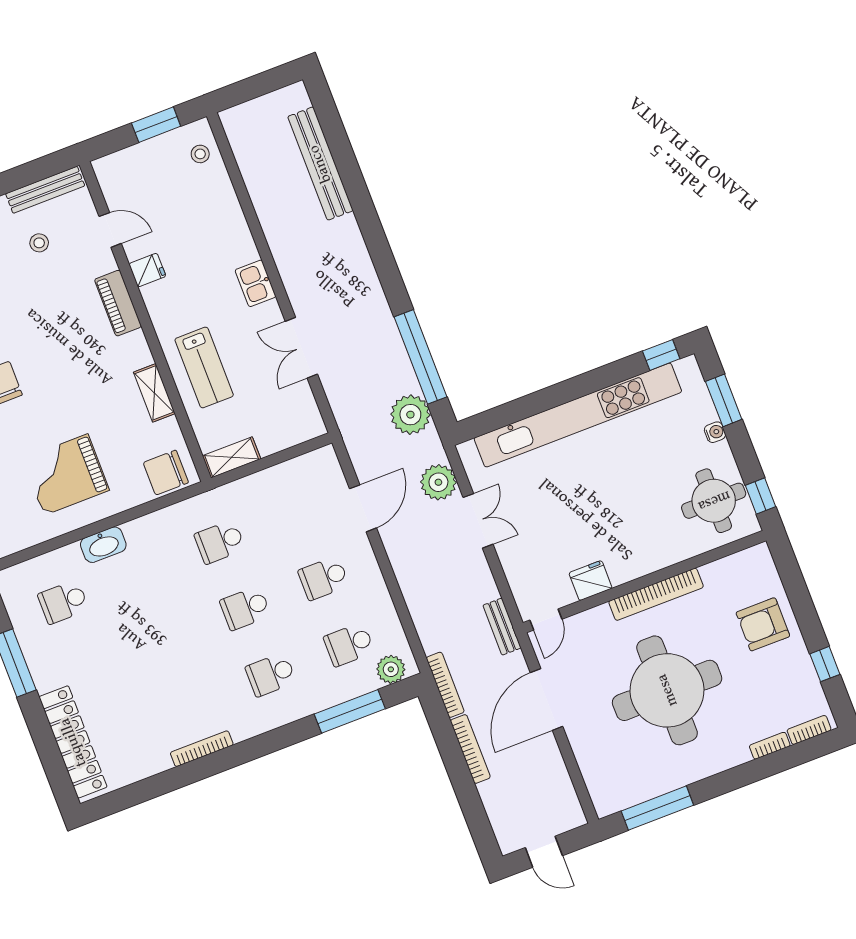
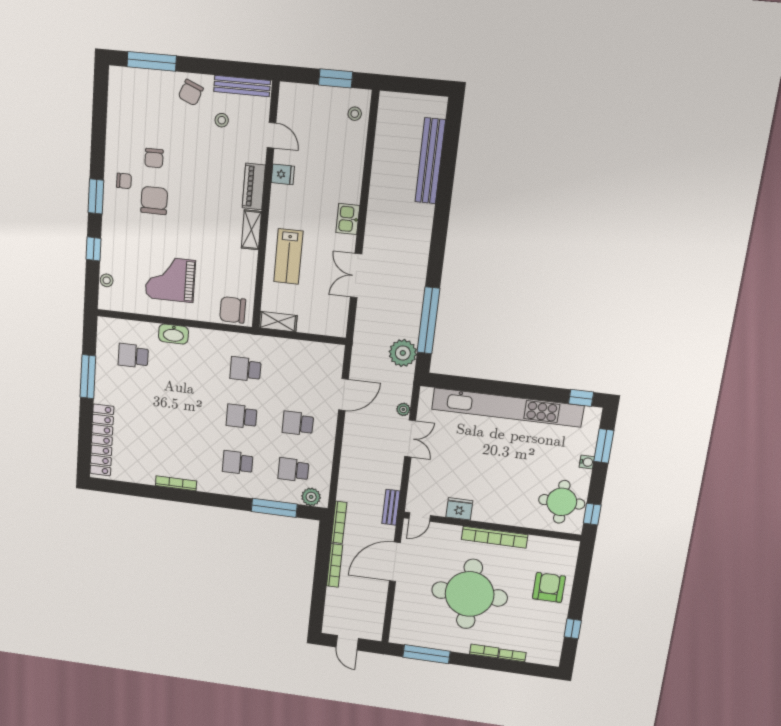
shelving: (154, 393) -> (251, 230), moved
plant: (438, 482) -> (403, 409), width x0.53, depth x0.53
armchair: (763, 624) -> (549, 587), turned 90
bookcase: (809, 730) -> (484, 651), moved

